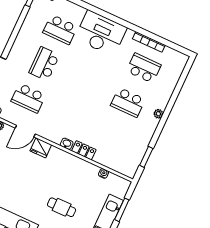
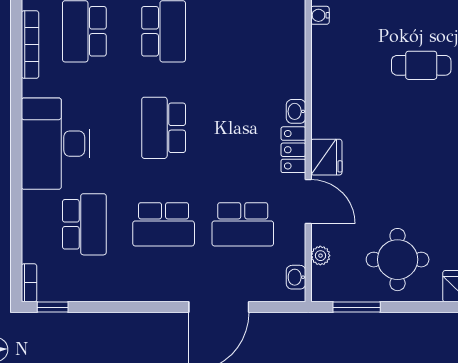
school desk: (86, 83) -> (164, 128), added
school desk: (28, 98) -> (243, 224), turned 90
locker: (84, 150) -> (293, 150), moved
cafe table: (62, 207) -> (421, 65), turned 90

